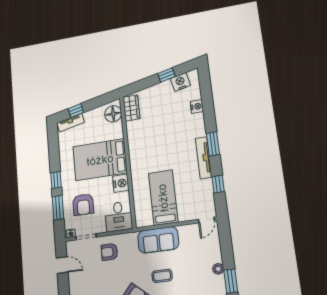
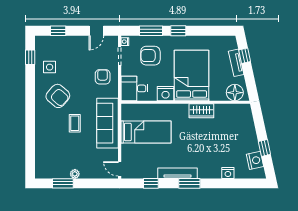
wardrobe: (131, 108) -> (201, 111), moved
tv unit: (71, 123) -> (236, 63), moved
sofa: (158, 240) -> (108, 123), width x1.36

